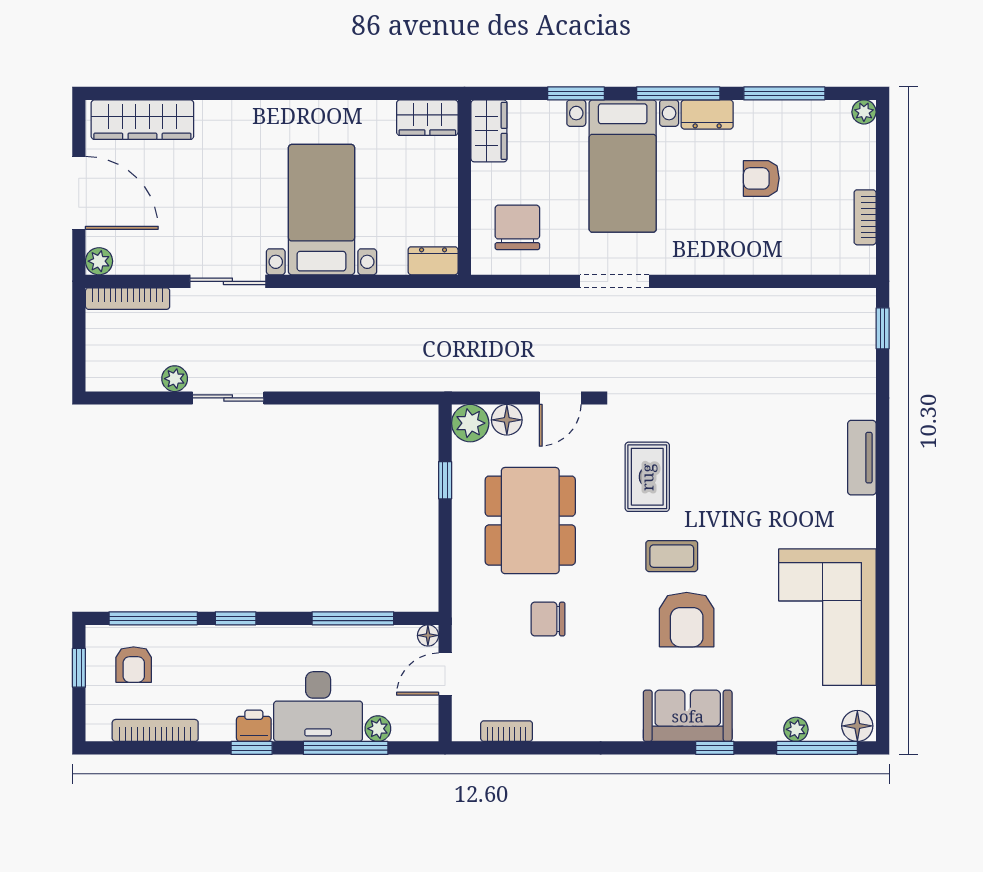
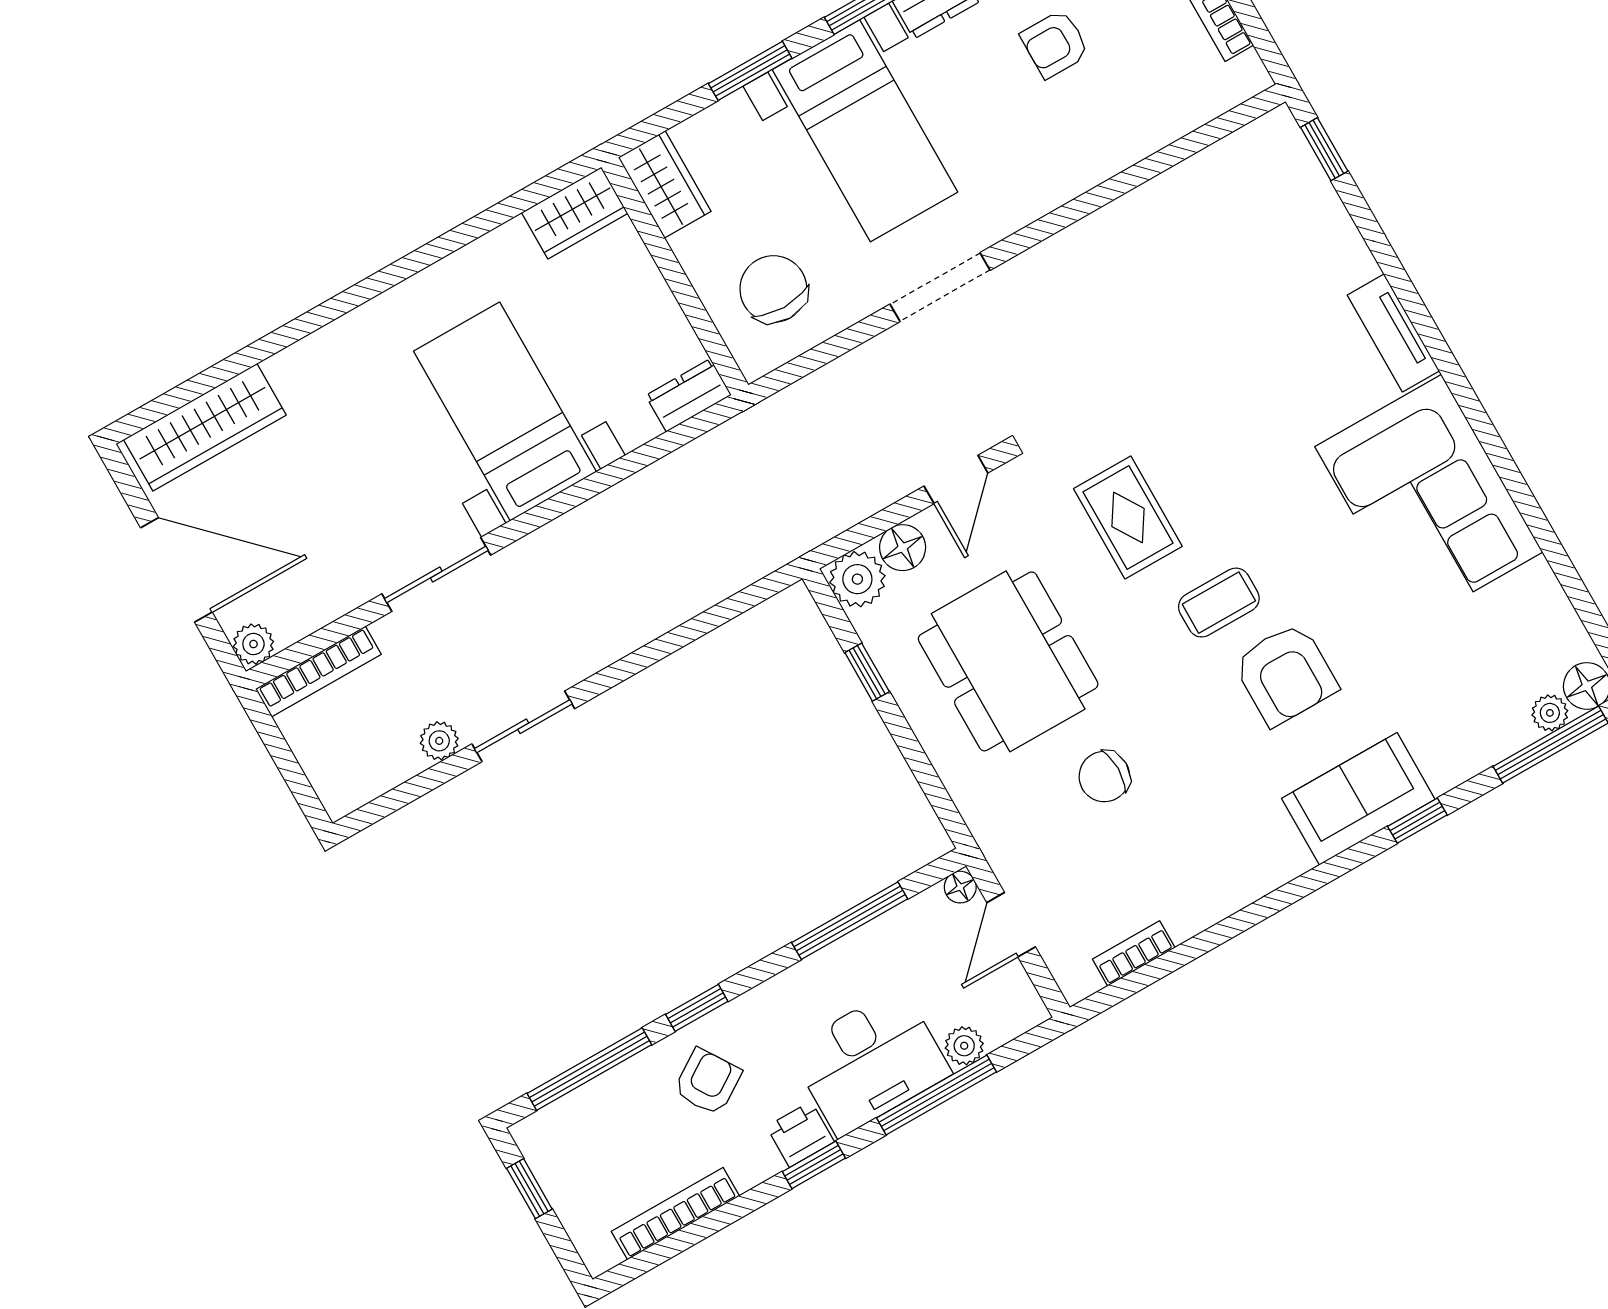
corner sofa: (827, 617) -> (1429, 499), moved
armchair: (134, 665) -> (708, 1082), moved, turned -123
plant: (796, 729) -> (1550, 713), moved

